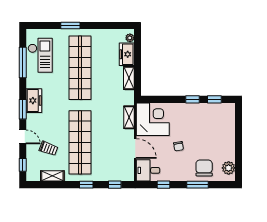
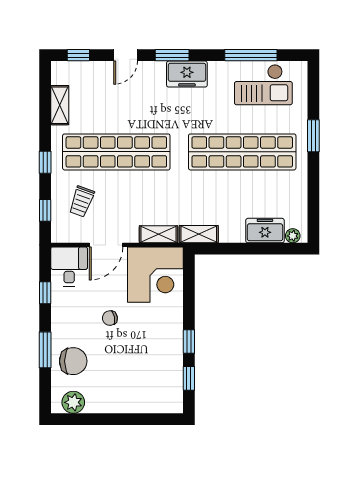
shelving: (129, 78) -> (199, 234), moved
trolley: (48, 148) -> (82, 201), moved

